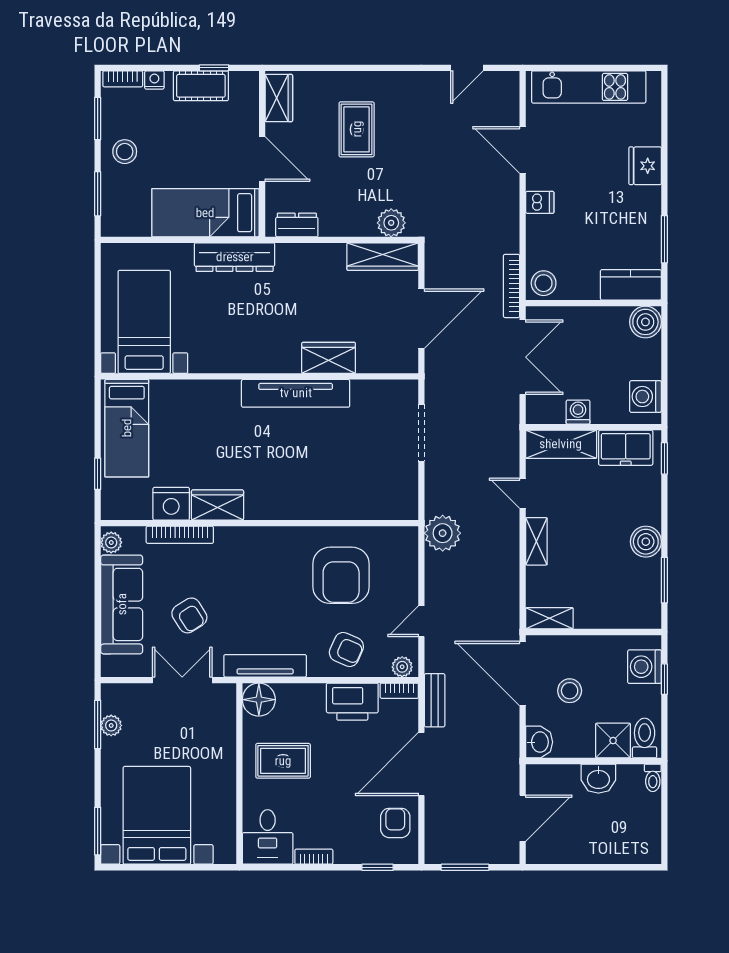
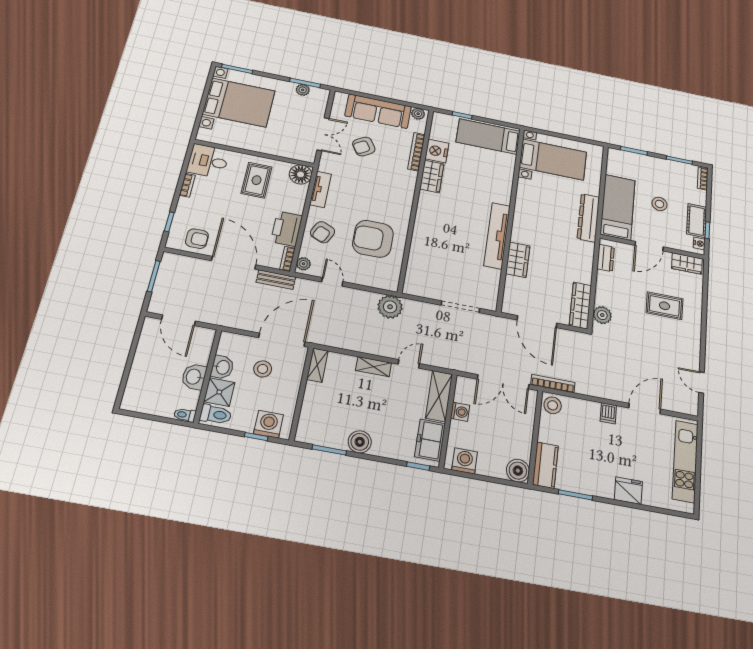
nightstand: (154, 80) -> (699, 243), moved
stool: (125, 152) -> (659, 204), moved
tv unit: (265, 666) -> (320, 189), width x0.71
washbasin: (539, 742) -> (222, 367), moved, turned -90

